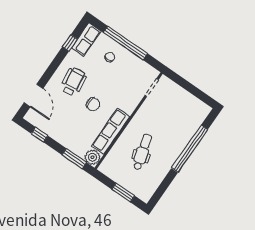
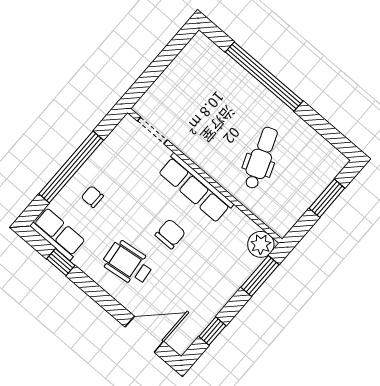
row of seats: (111, 131) -> (196, 188), moved
dental chair: (142, 152) -> (261, 158), turned 85

